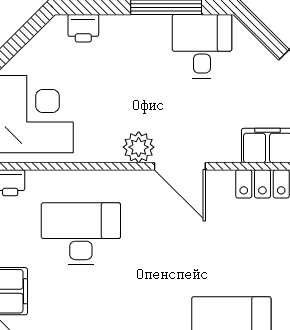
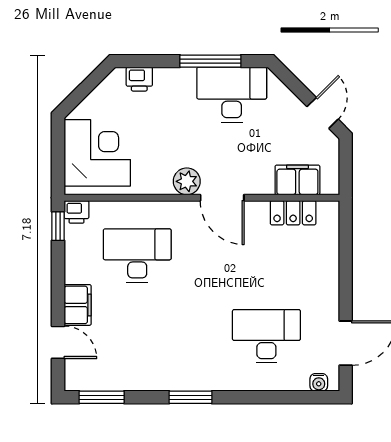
desk: (202, 46) -> (232, 95), width x1.37

